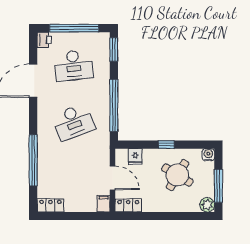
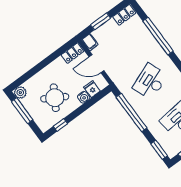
window: (166, 145) -> (60, 125), moved
water cooler: (208, 155) -> (84, 97), moved
window: (78, 216) -> (101, 21), added

